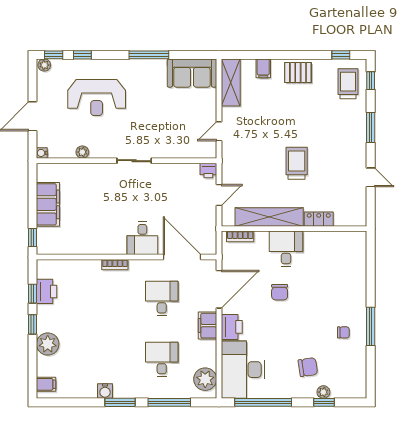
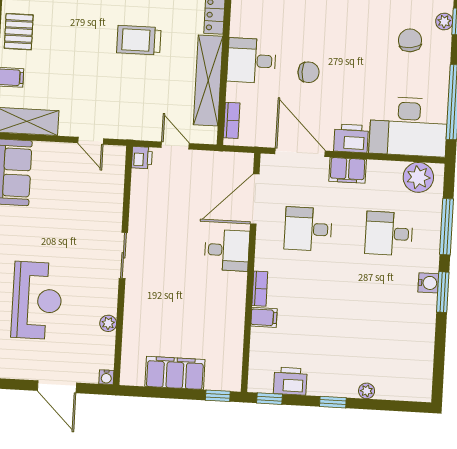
window: (33, 294) -> (269, 399), moved
plant: (48, 344) -> (367, 391), width x0.53, depth x0.53
filing cabinet: (46, 384) -> (264, 317), moved, turned 90
water cooler: (105, 391) -> (428, 283), moved

